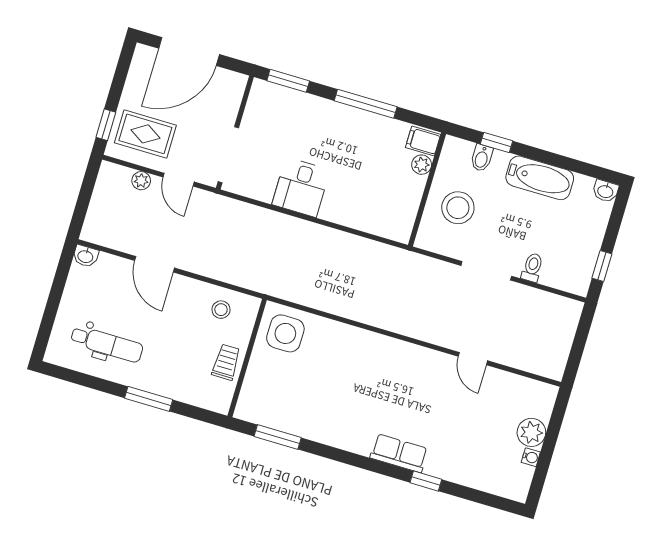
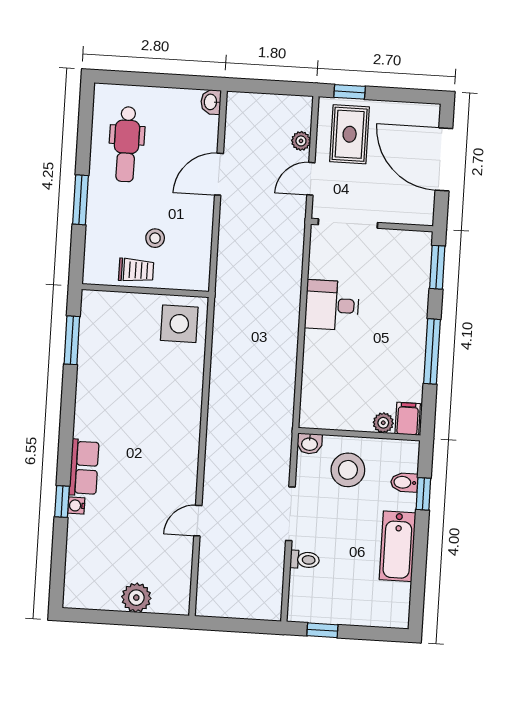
washbasin: (605, 191) -> (310, 444), moved, turned -90
stool: (221, 310) -> (155, 238), moved
water cooler: (531, 457) -> (76, 506), moved, turned 90

